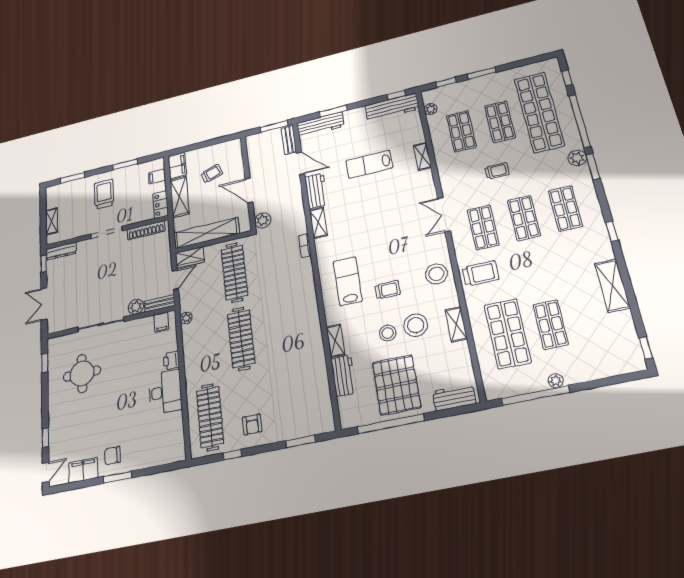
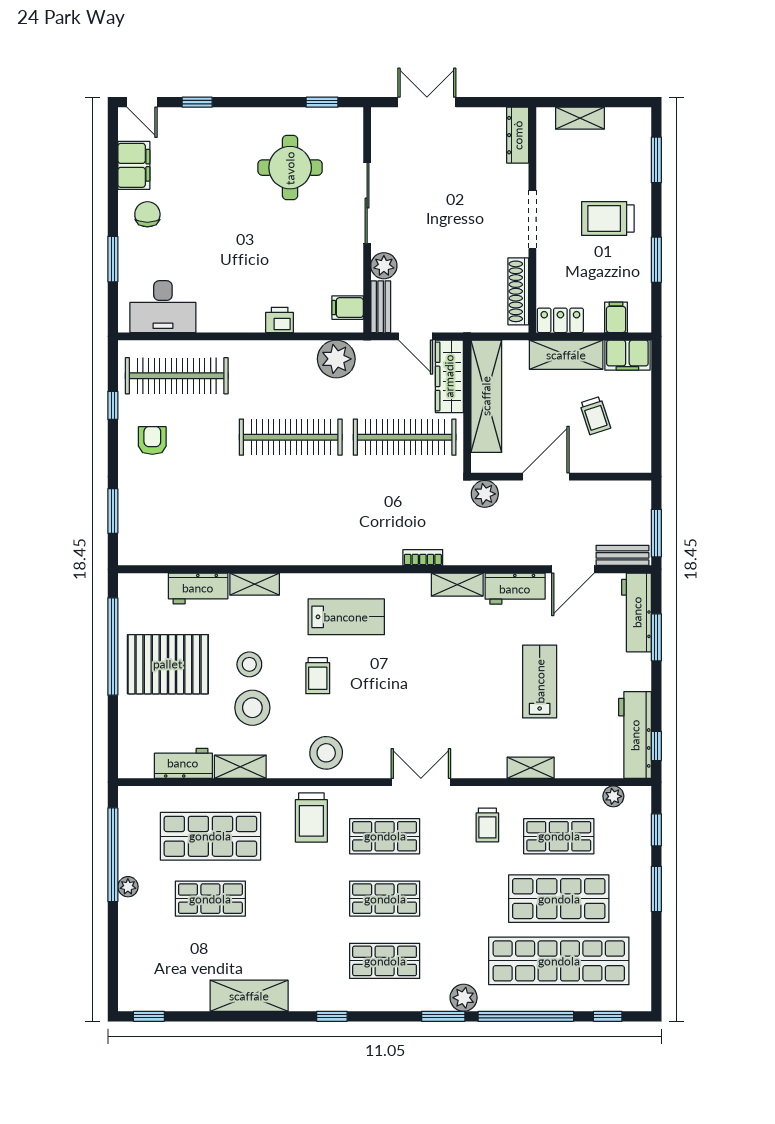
shop shelf: (500, 122) -> (559, 899), width x1.43, depth x1.36
trolley: (497, 171) -> (487, 825), moved
trolley: (104, 194) -> (608, 218), turned 180
wardrobe: (190, 257) -> (449, 376), width x1.50
window: (44, 264) -> (502, 102), removed
plant: (186, 318) -> (336, 359), width x1.88, depth x1.88
desk: (165, 392) -> (163, 307), moved
workbench: (454, 397) -> (183, 763), moved, turned -90
armchair: (252, 424) -> (152, 441), turned 90
window: (118, 477) -> (113, 259), moved

